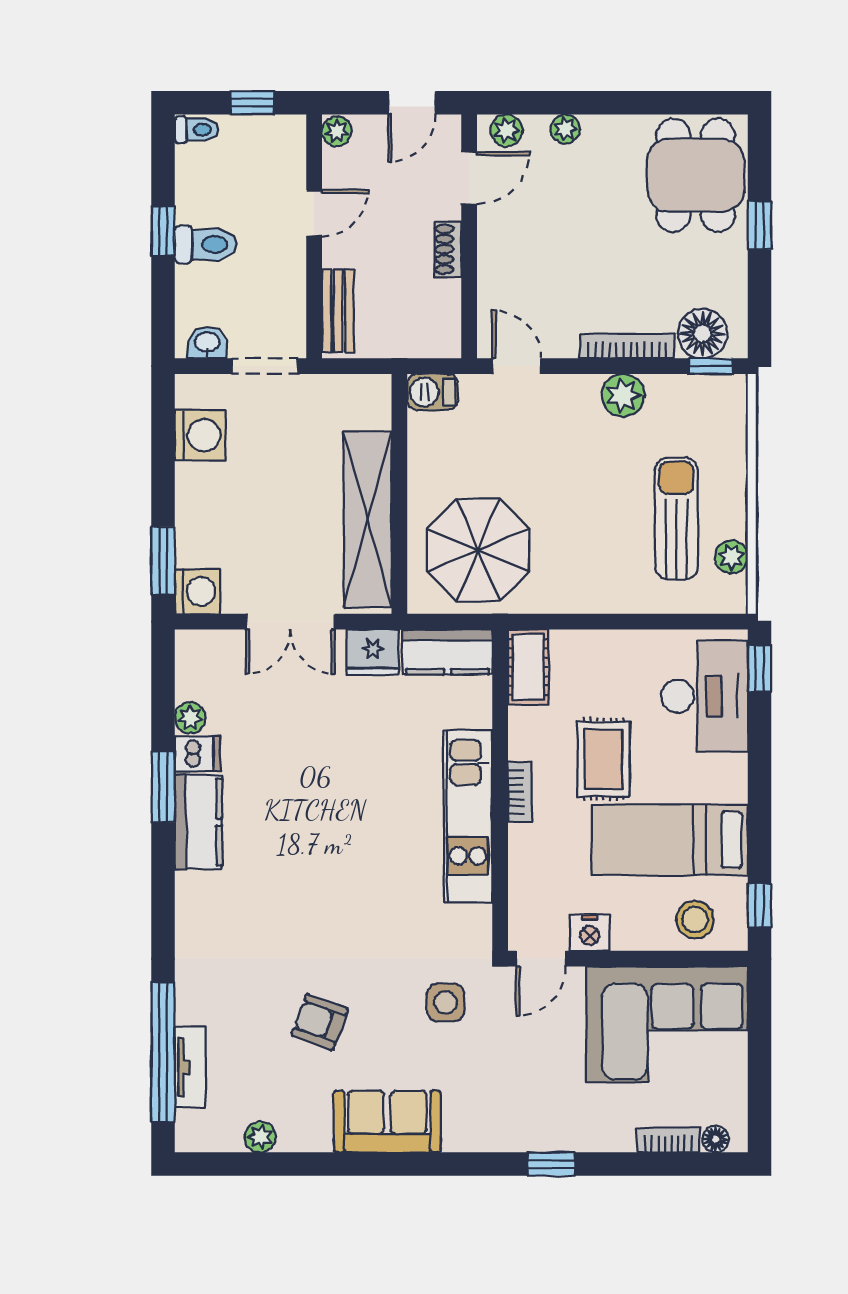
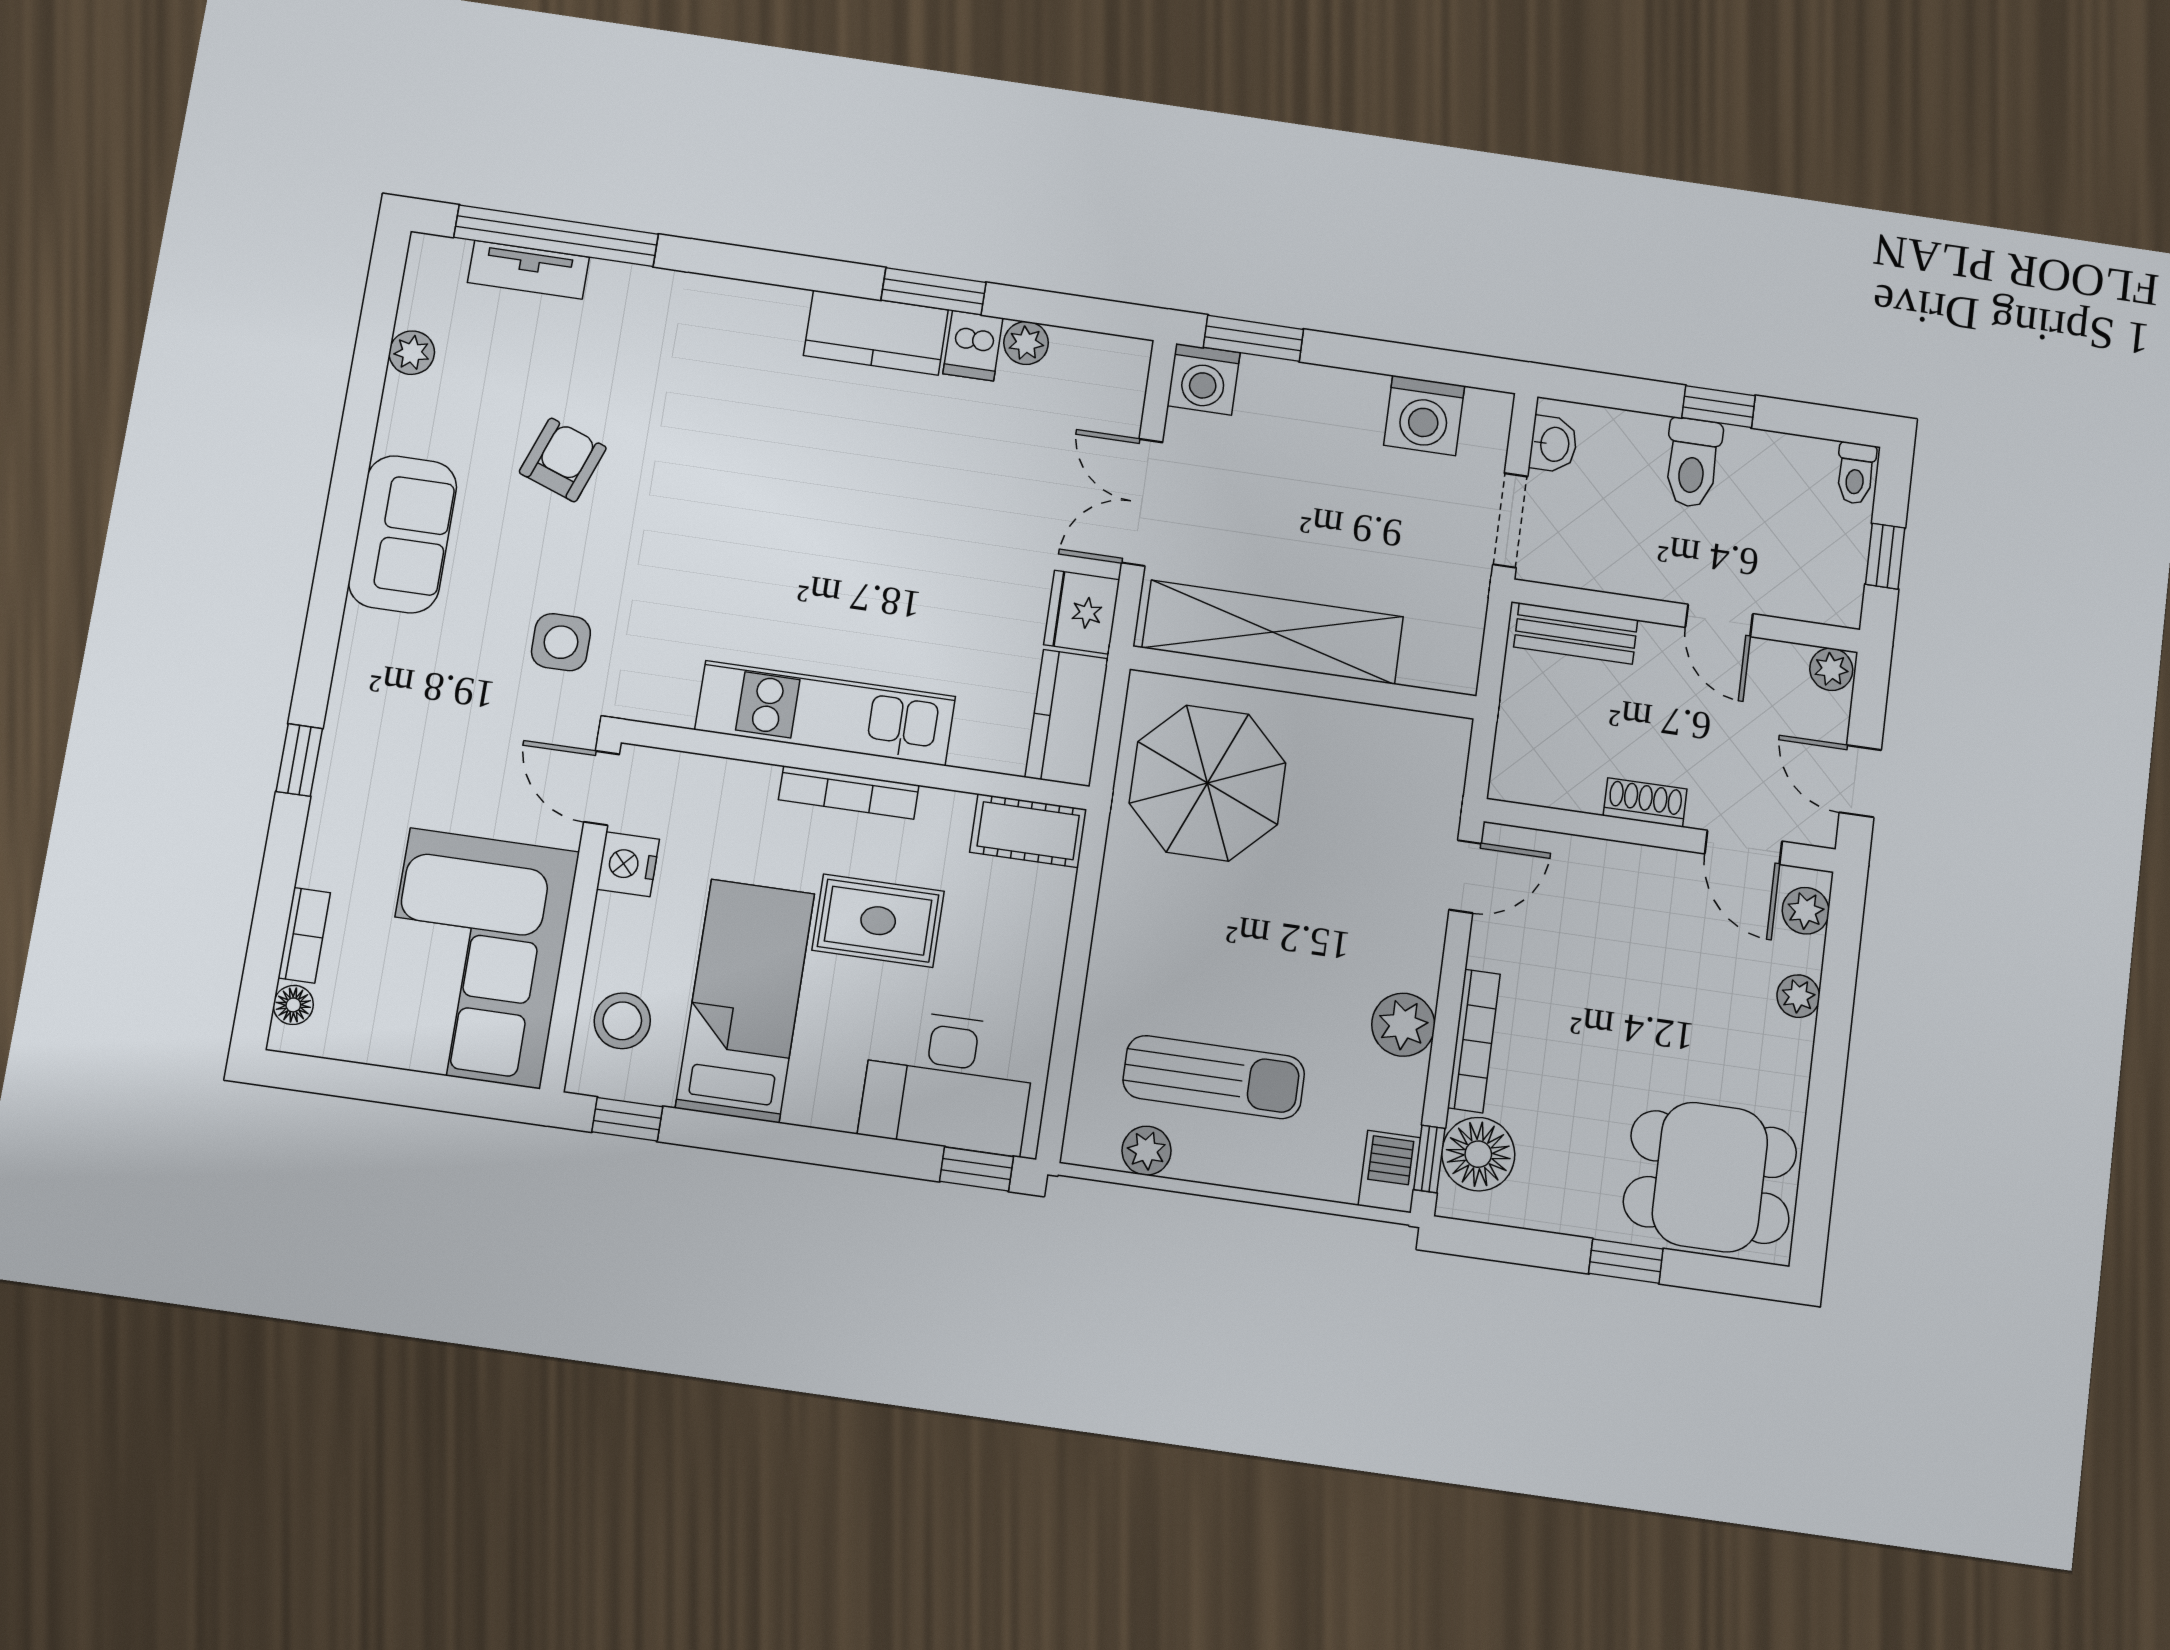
barbecue: (433, 392) -> (1389, 1172), moved
bookcase: (520, 792) -> (849, 792), width x1.56

